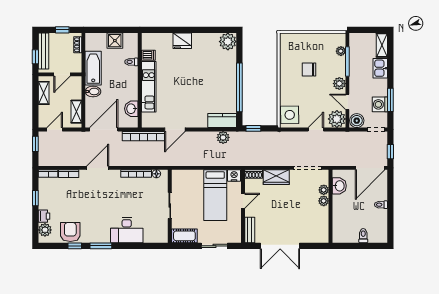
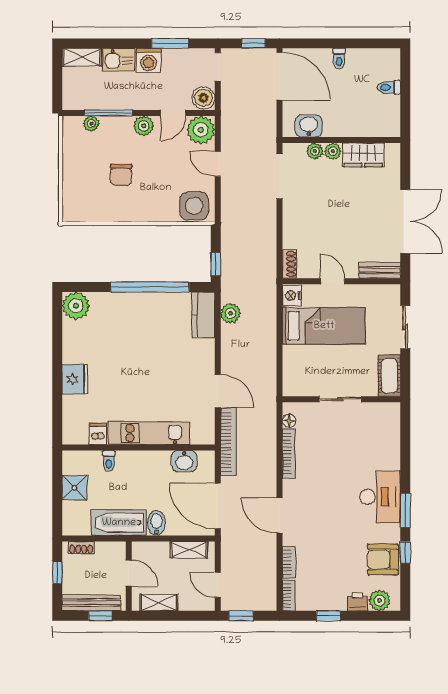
washing machine: (380, 104) -> (149, 60), moved
wardrobe: (276, 177) -> (363, 155), moved, turned 90
desk: (127, 230) -> (380, 497), moved

